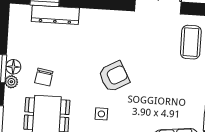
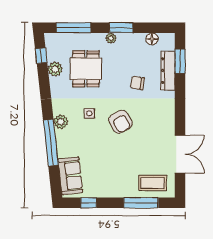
floor lamp: (13, 67) -> (152, 39), moved
chair: (44, 77) -> (137, 83), moved

